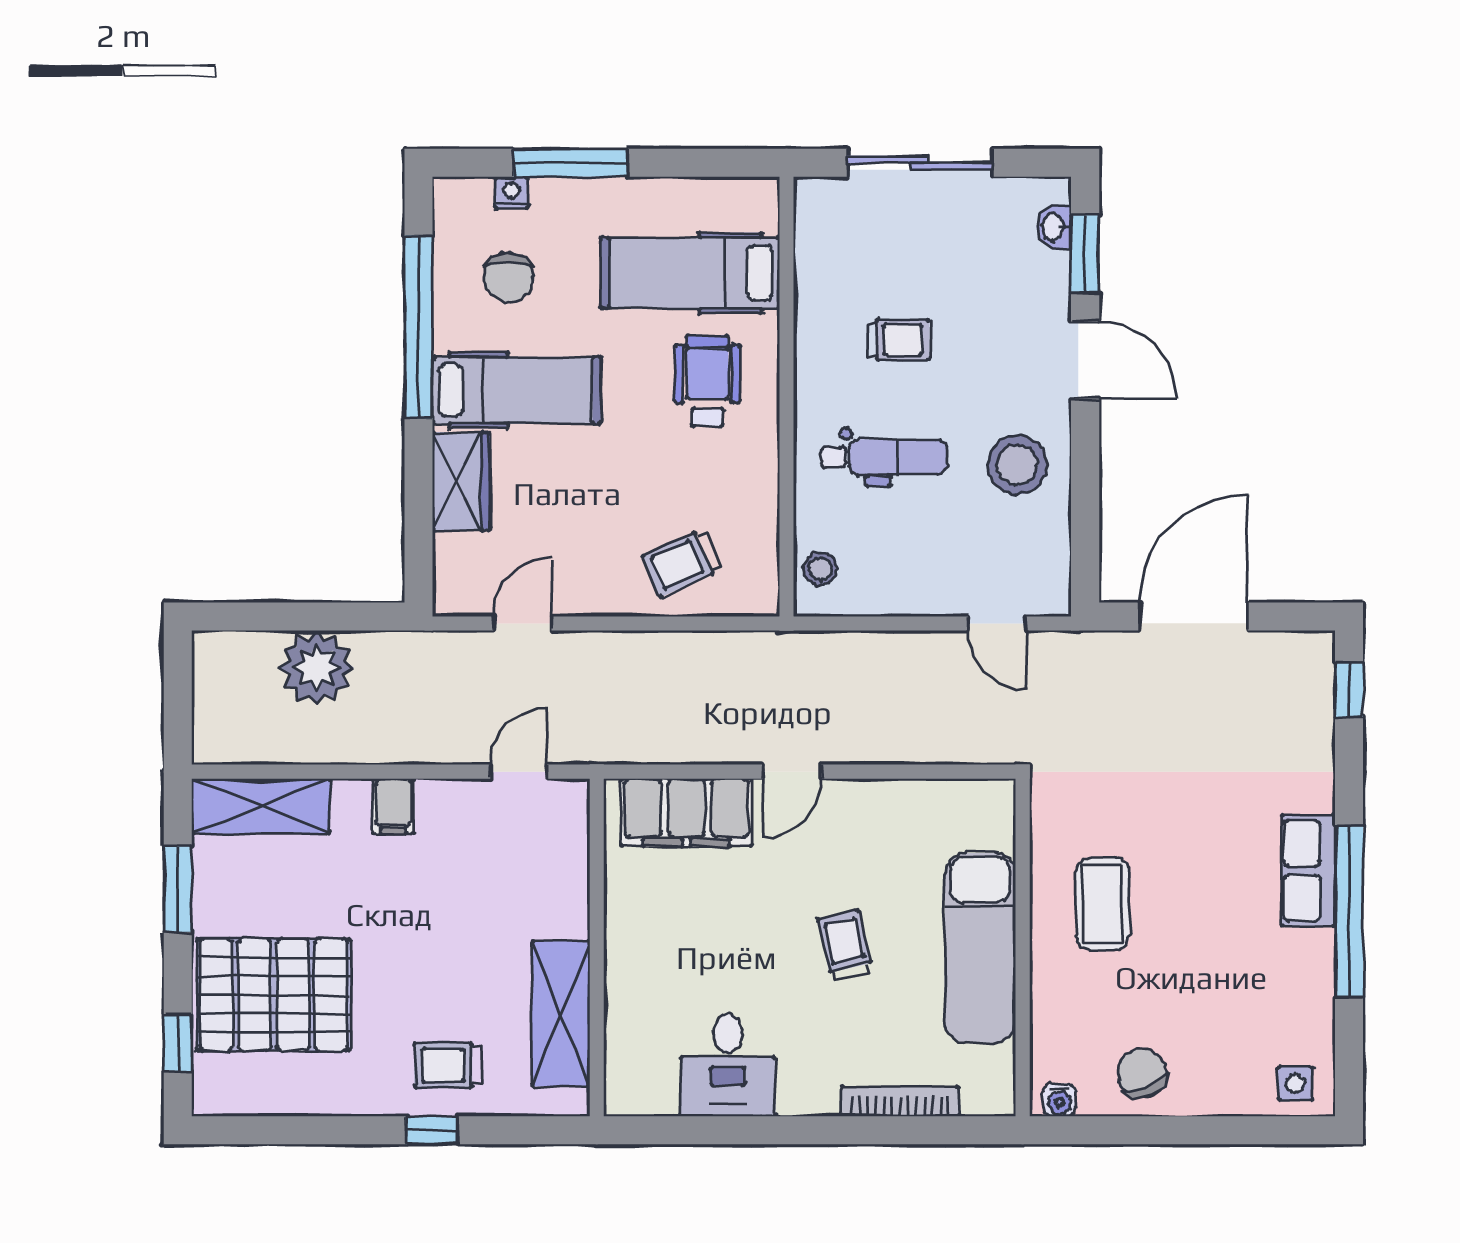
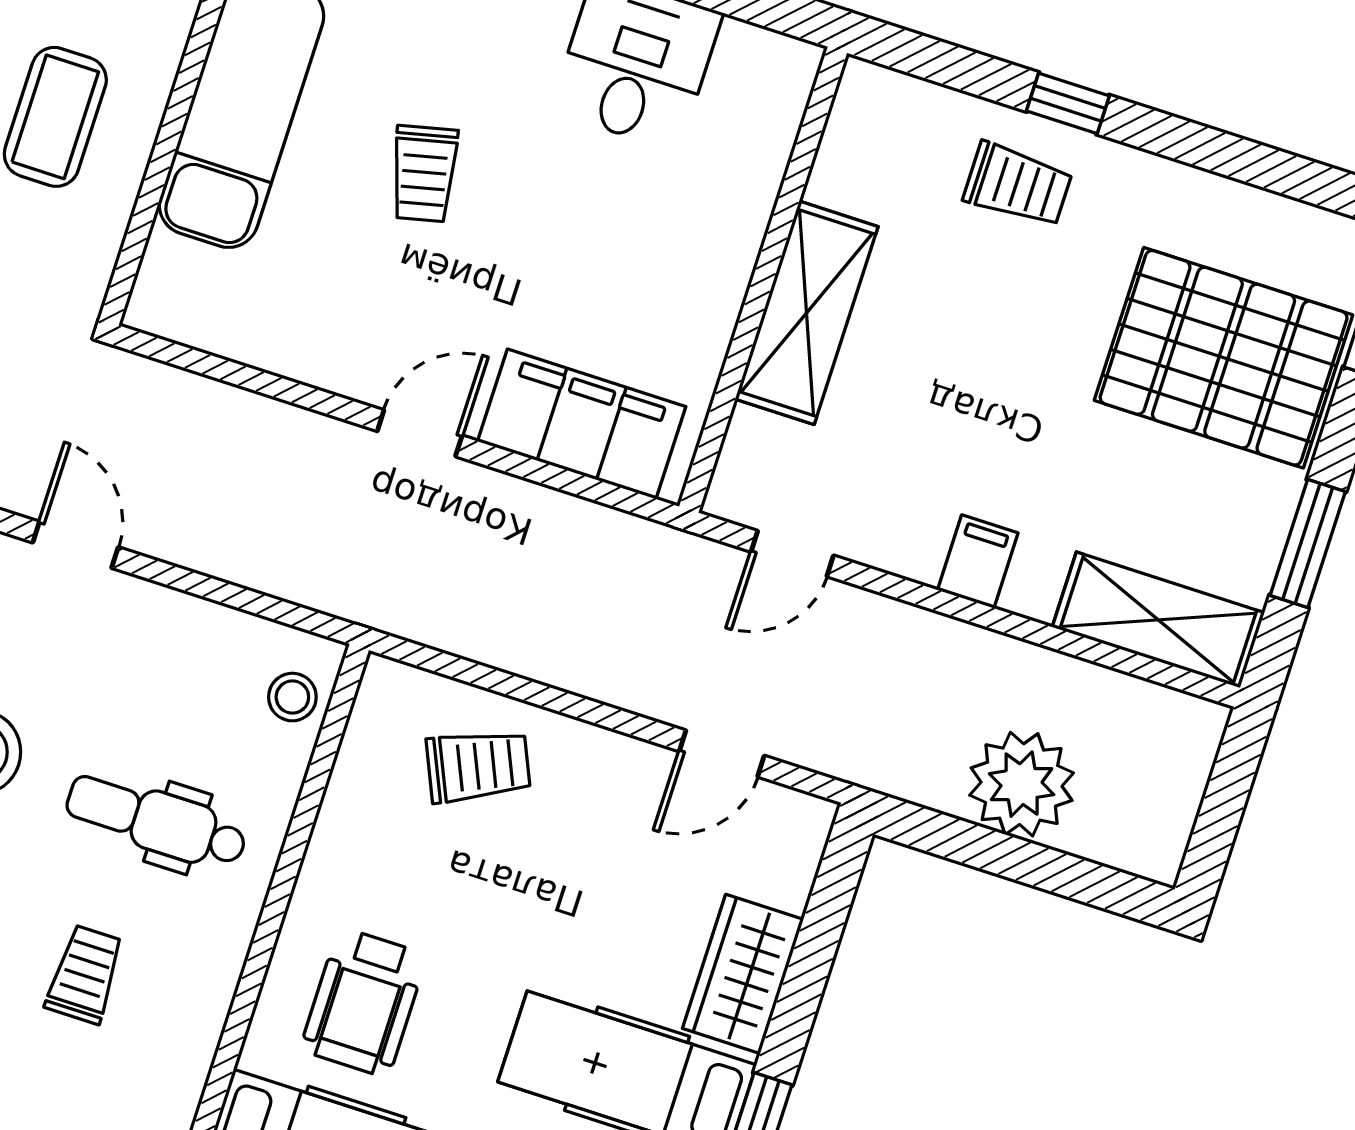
trolley: (899, 340) -> (85, 974), turned 90
shelving: (561, 1014) -> (807, 313), moved

